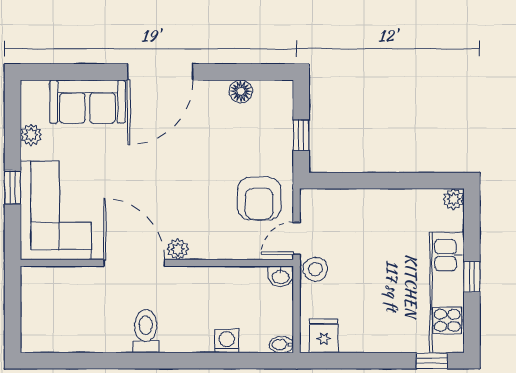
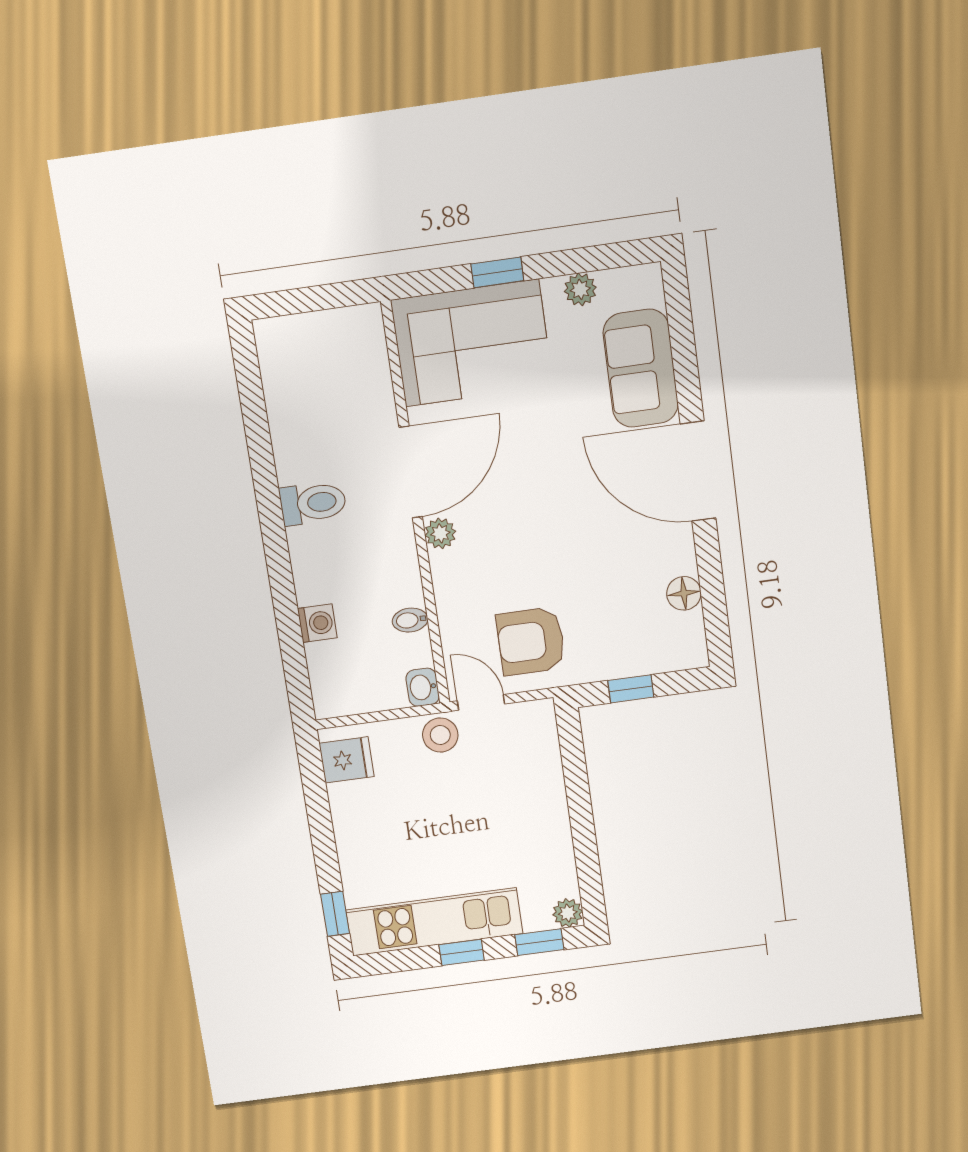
window: (472, 222) -> (539, 942), added
bidet: (281, 345) -> (410, 620), moved, turned -90

